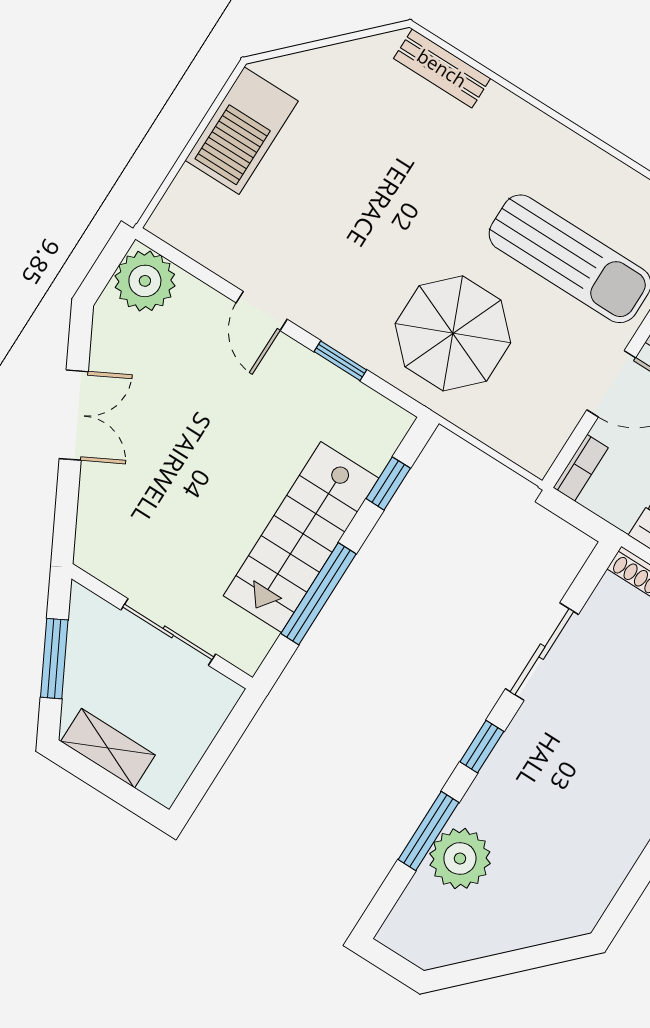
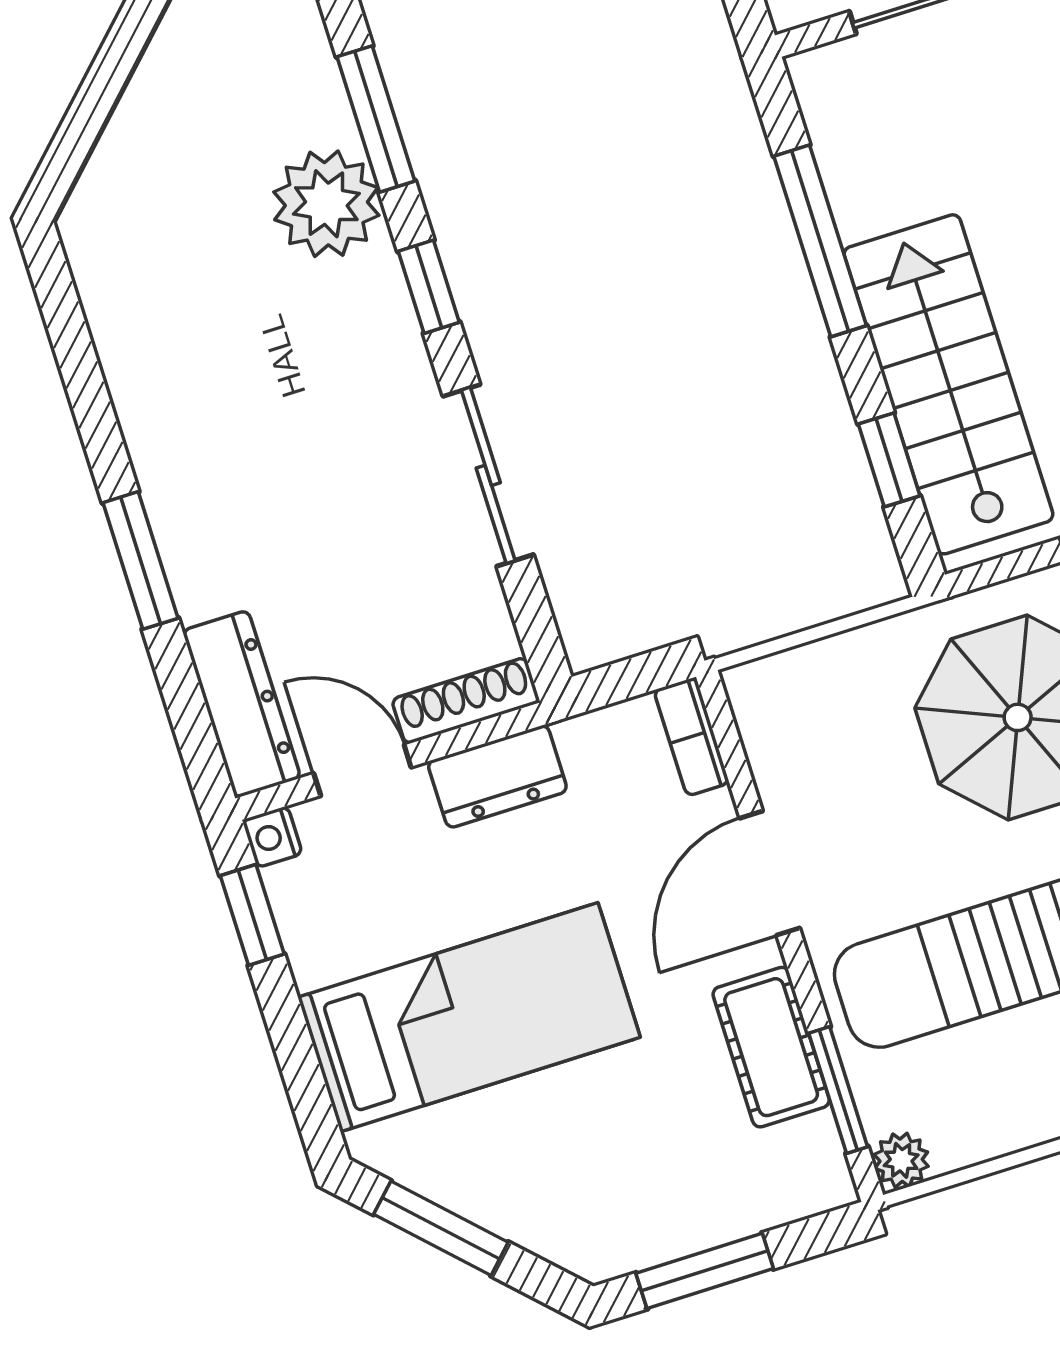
stairs: (301, 537) -> (948, 384), moved
plant: (460, 859) -> (326, 204), moved

